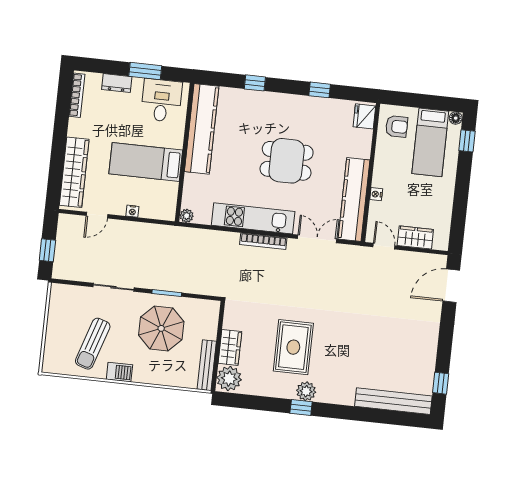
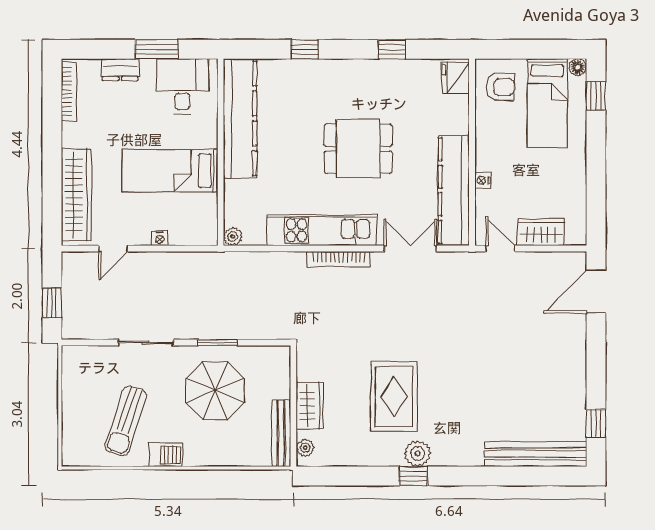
plant: (229, 379) -> (305, 448), width x0.53, depth x0.53

